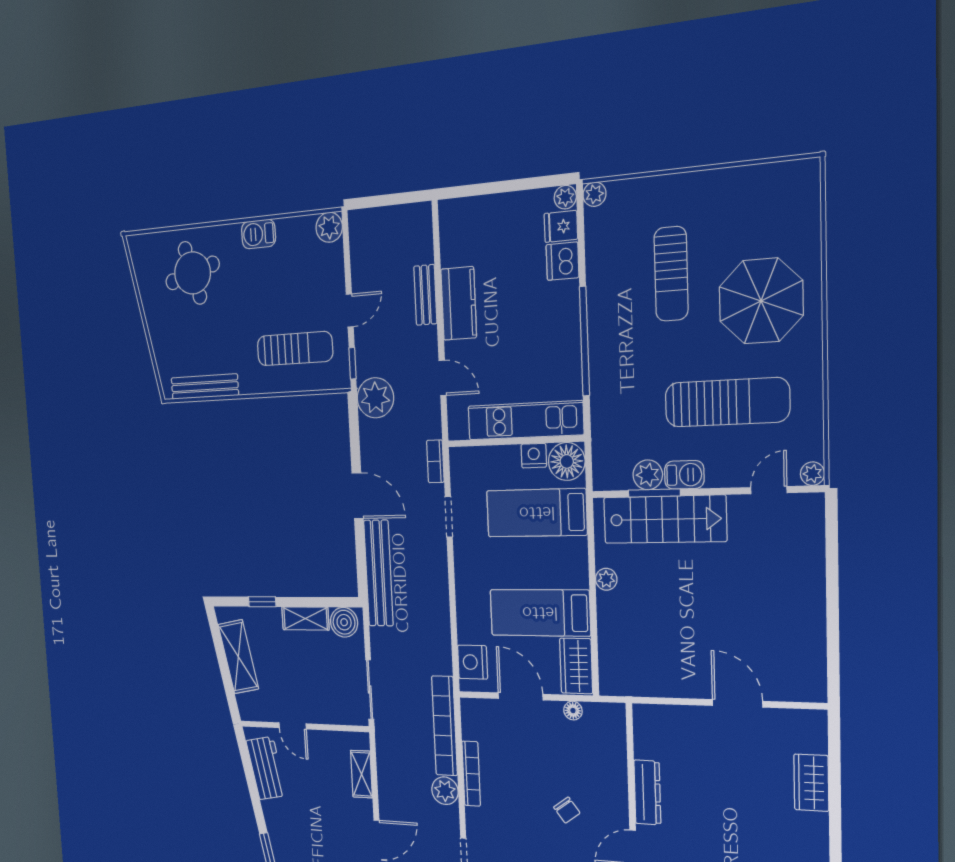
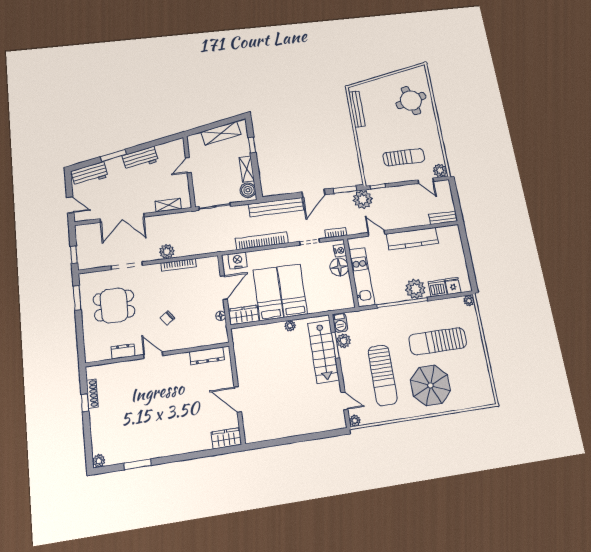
plant: (565, 197) -> (415, 289), moved, width x1.88, depth x1.88
barbecue: (259, 234) -> (433, 134), removed
sun lounger: (671, 274) -> (438, 341), width x1.36, depth x1.34
bench: (425, 295) -> (443, 218), moved
kitchen counter: (459, 303) -> (412, 239), width x1.50
door: (350, 310) -> (426, 181), moved
sun lounger: (295, 349) -> (404, 157), moved, turned -90
door: (443, 378) -> (376, 233), swing flipped
window: (354, 431) -> (345, 189), added
nightstand: (534, 456) -> (340, 251), moved
floor lamp: (567, 461) -> (339, 267), moved
barbecue: (684, 475) -> (340, 323), moved
bed: (537, 513) -> (292, 290), moved
door: (737, 703) -> (238, 399), swing flipped
bookcase: (445, 726) -> (262, 241), moved
workbench: (266, 768) -> (140, 158), moved
wardrobe: (811, 783) -> (226, 438), moved
dresser: (647, 792) -> (207, 356), moved

